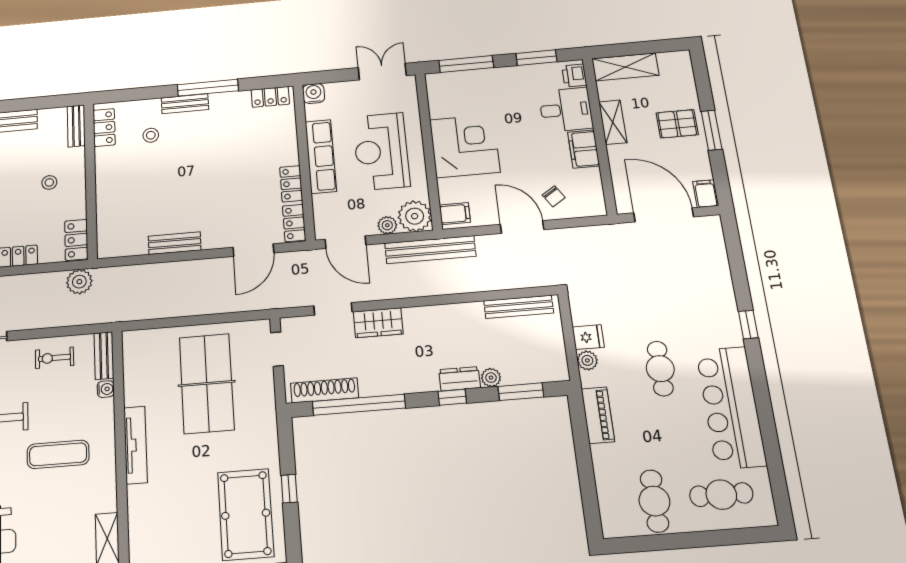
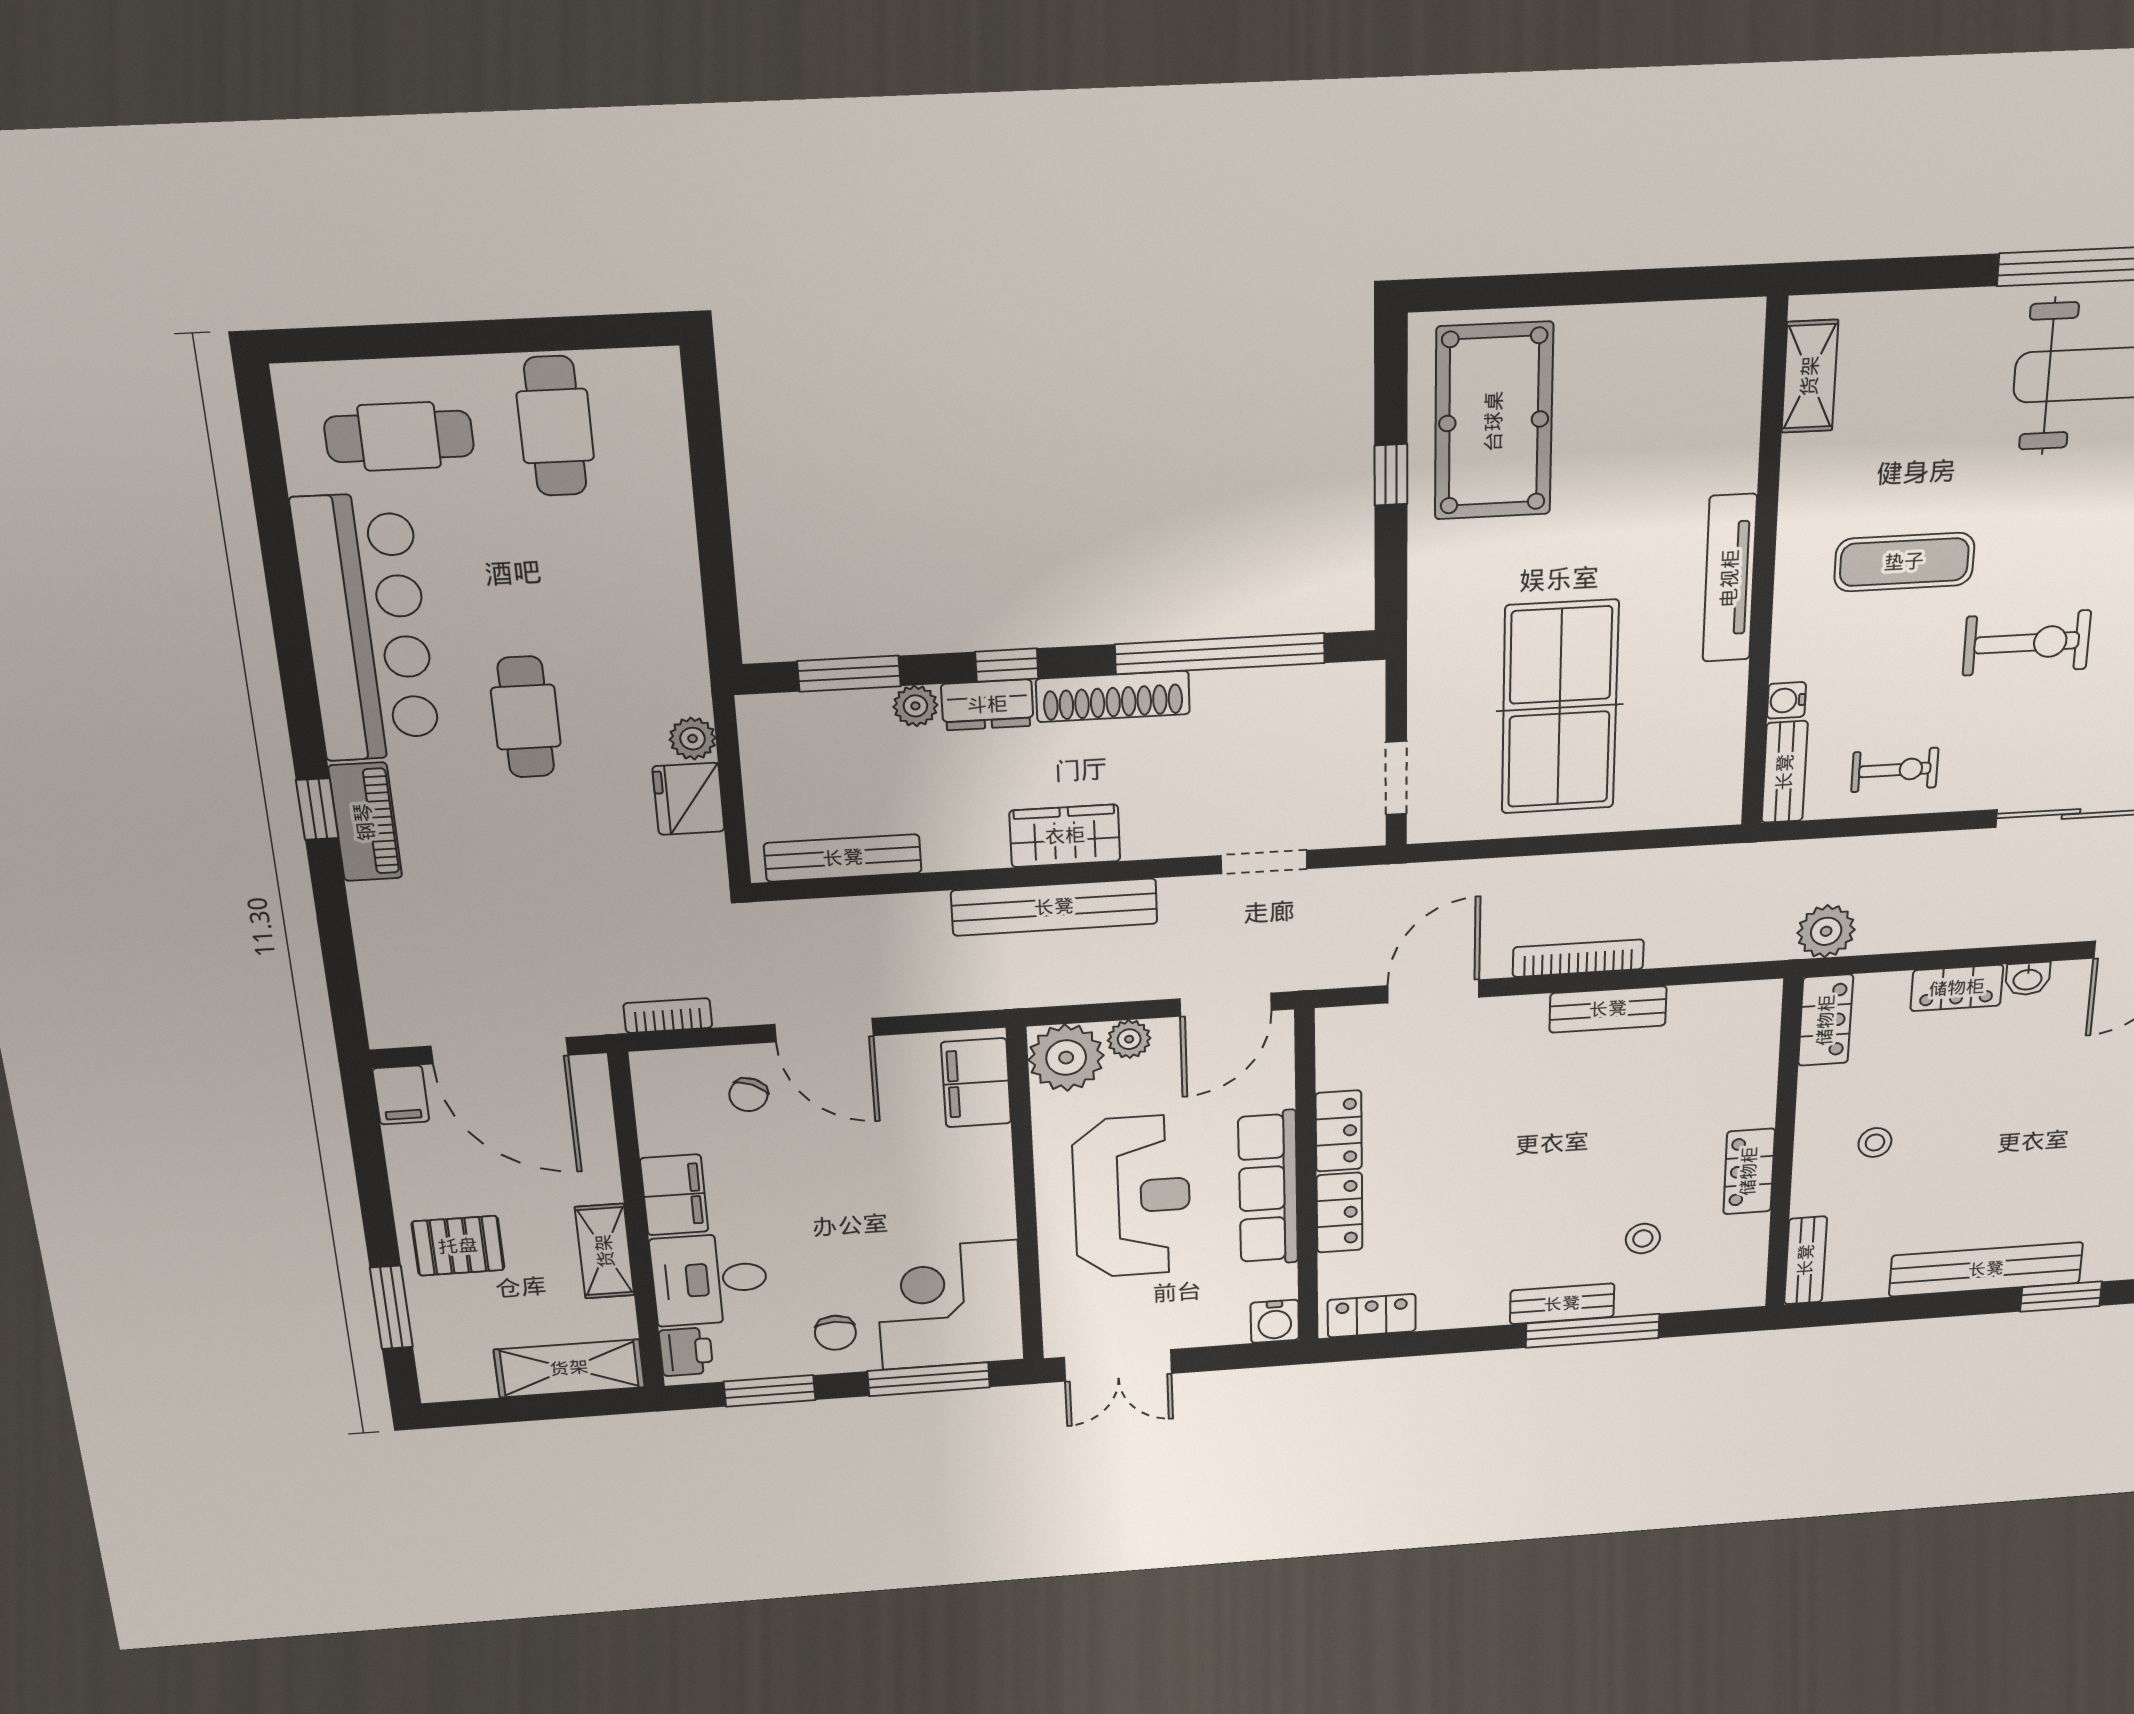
chair: (509, 85) -> (835, 1333), added
window: (208, 88) -> (1593, 1331), moved
locker: (104, 128) -> (1749, 1171), moved
window: (712, 130) -> (391, 1307), moved
corner desk: (465, 146) -> (950, 1305), moved, turned 90
chair: (554, 196) -> (748, 1095), turned -122
filing cabinet: (455, 214) -> (976, 1083), width x2.00
locker: (294, 223) -> (1339, 1213), moved
bookcase: (591, 232) -> (668, 1016), added
door: (346, 242) -> (1226, 1005), swing flipped
bench: (430, 250) -> (1054, 907), moved
bookcase: (190, 267) -> (1578, 958), added
wardrobe: (378, 323) -> (1065, 836), moved
fridge: (588, 337) -> (689, 799), width x1.38
shoe rack: (325, 390) -> (1113, 696), moved
piano: (598, 415) -> (365, 822), moved, turned 180

